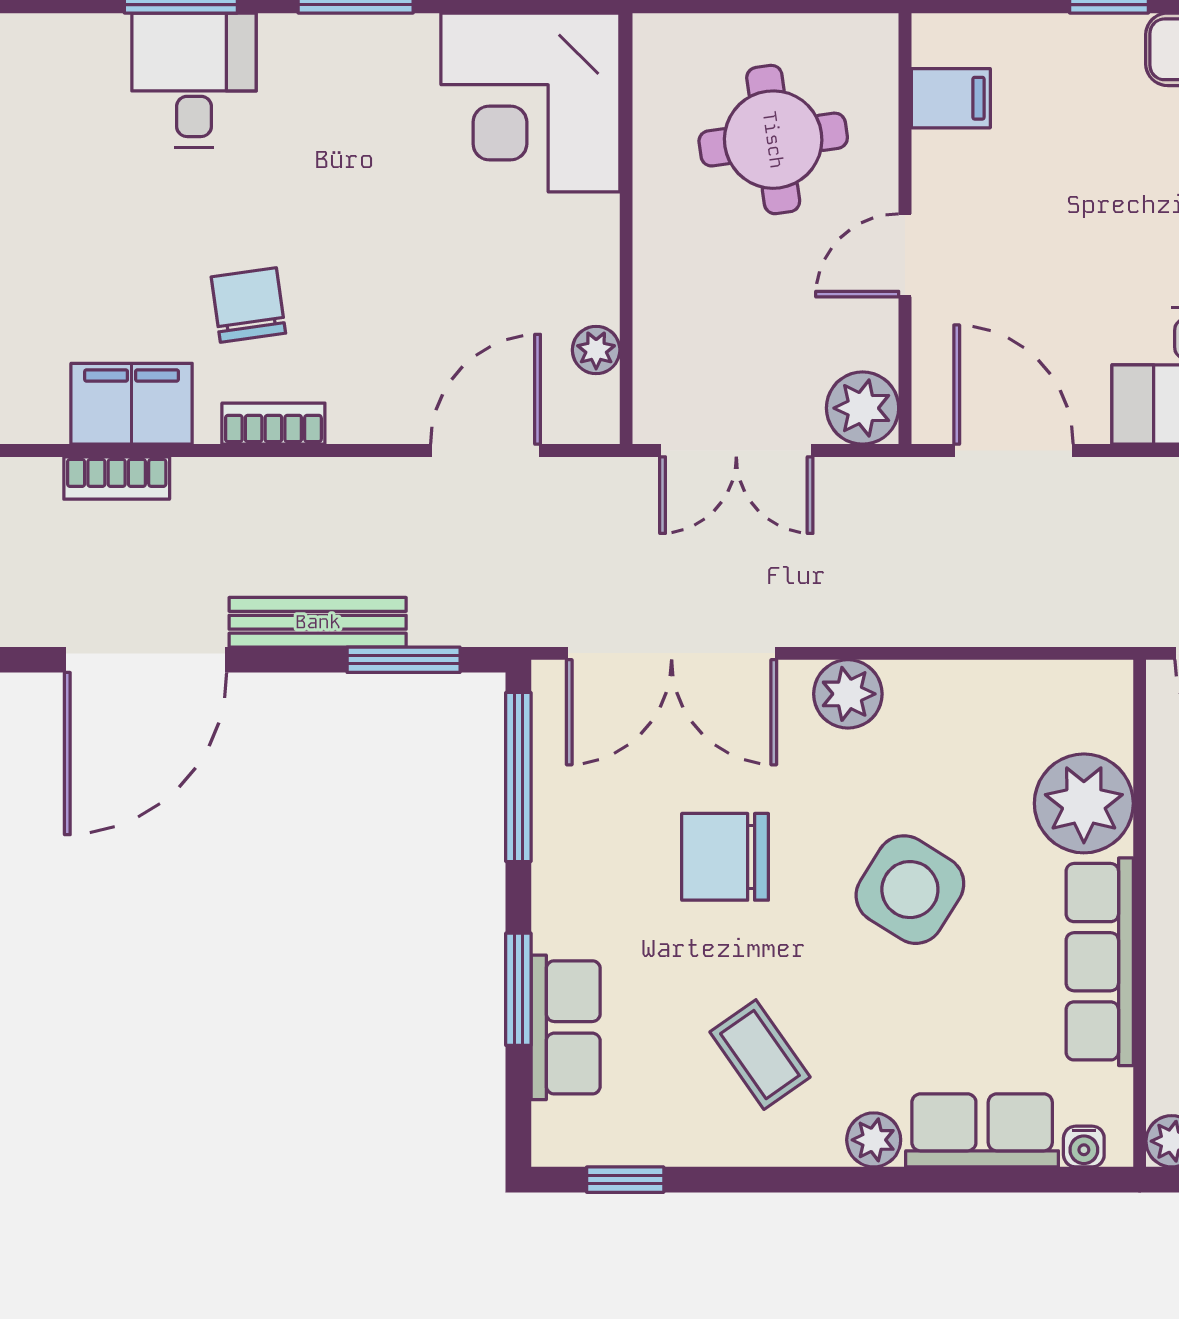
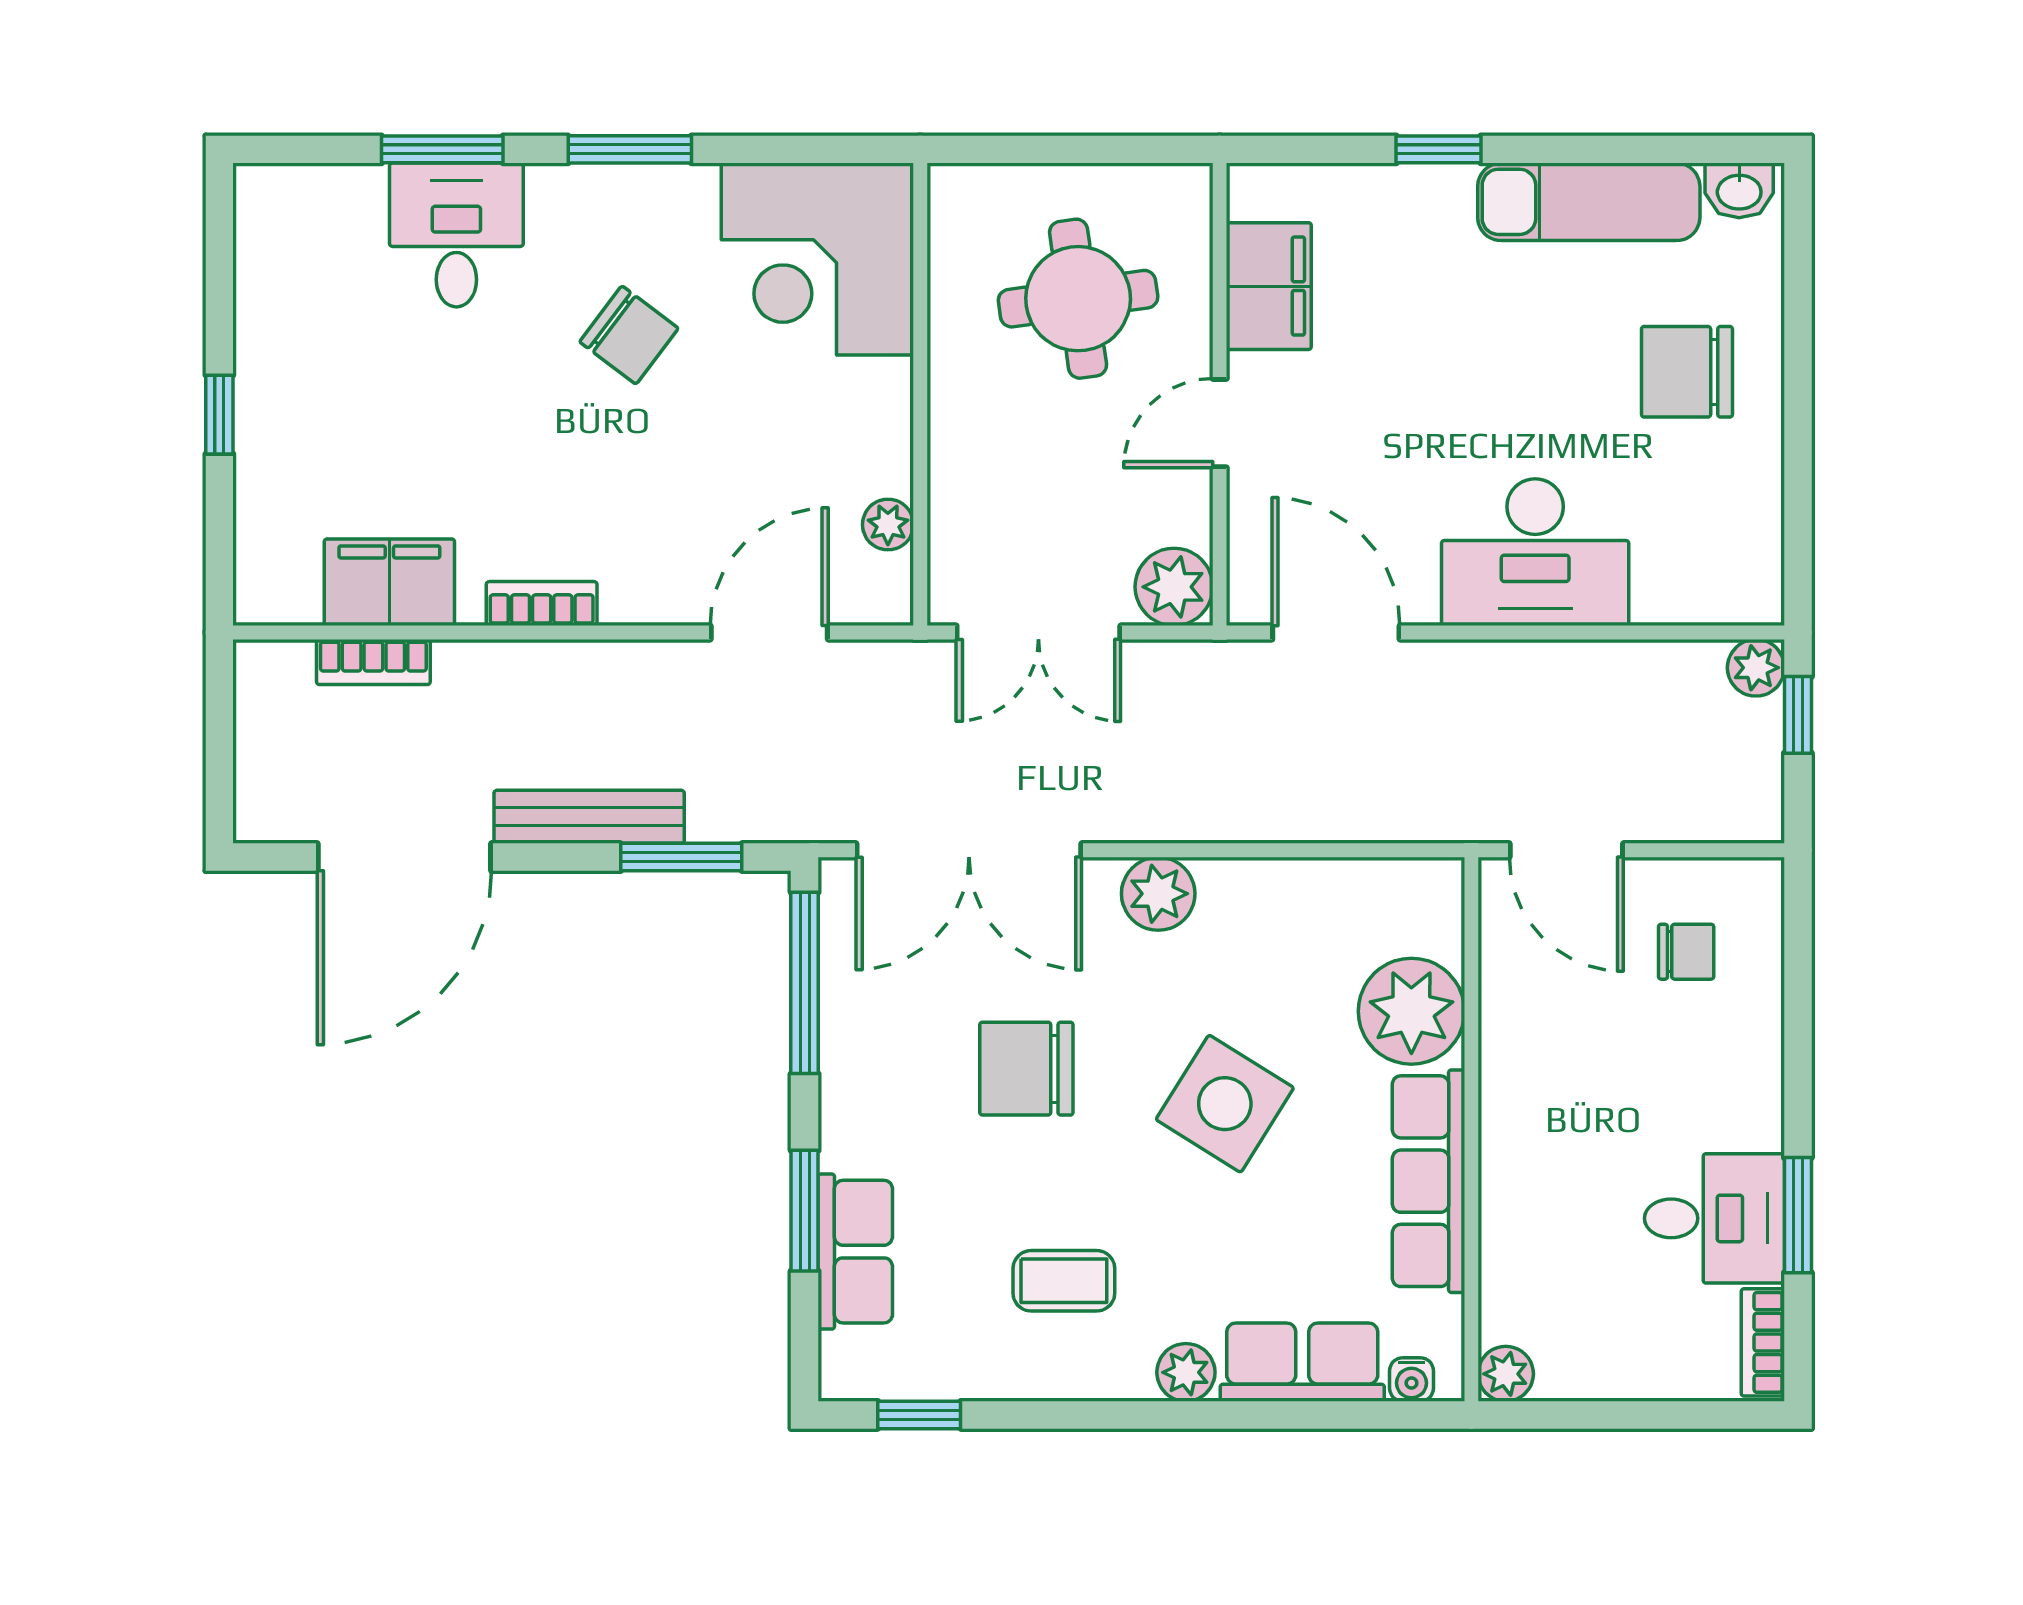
filing cabinet: (951, 98) -> (1269, 286), width x2.00
chair: (248, 305) -> (629, 335), moved, turned 135
coffee table: (760, 1055) -> (1064, 1281), turned -55

